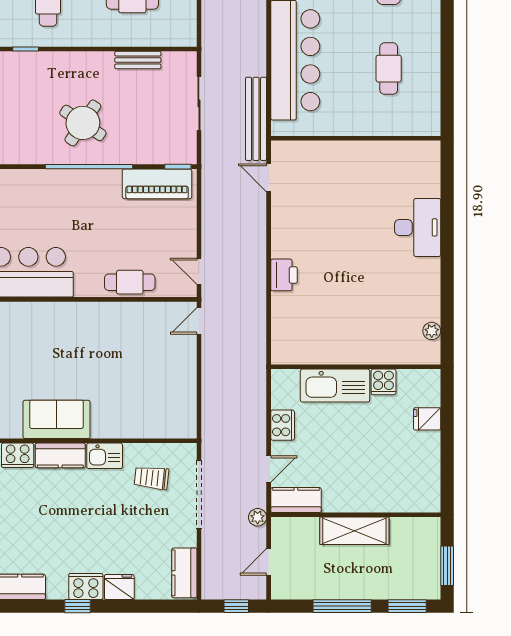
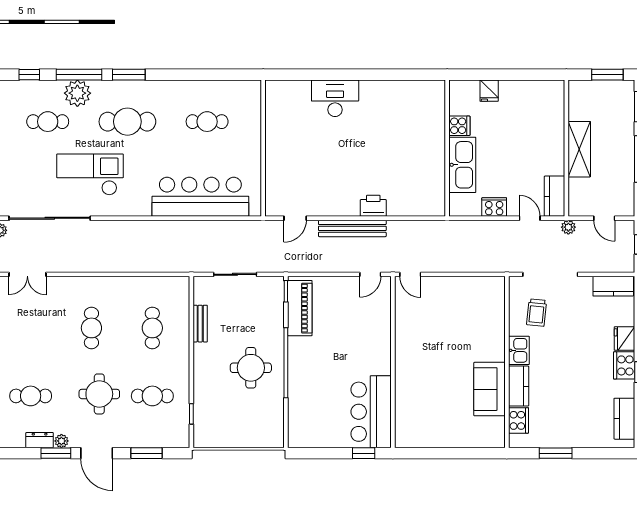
bench: (256, 119) -> (352, 228), moved
round table: (83, 123) -> (251, 368), turned -34
cafe table: (130, 282) -> (379, 330), removed
plant: (432, 331) -> (418, 87), removed

